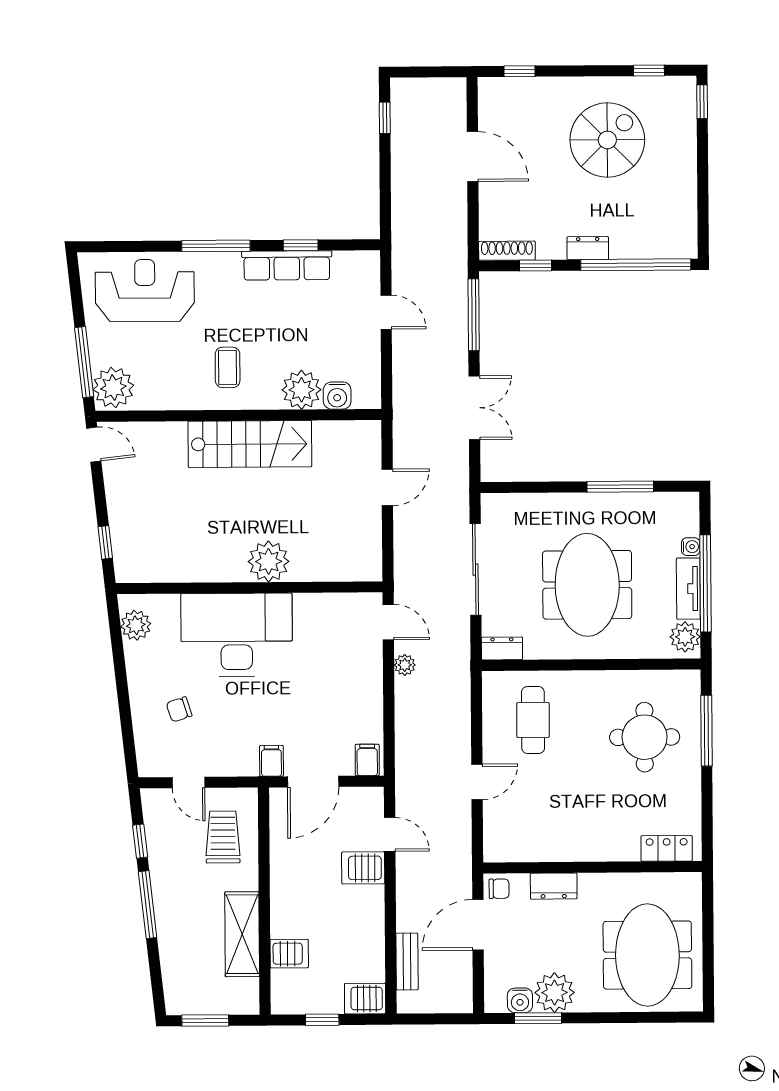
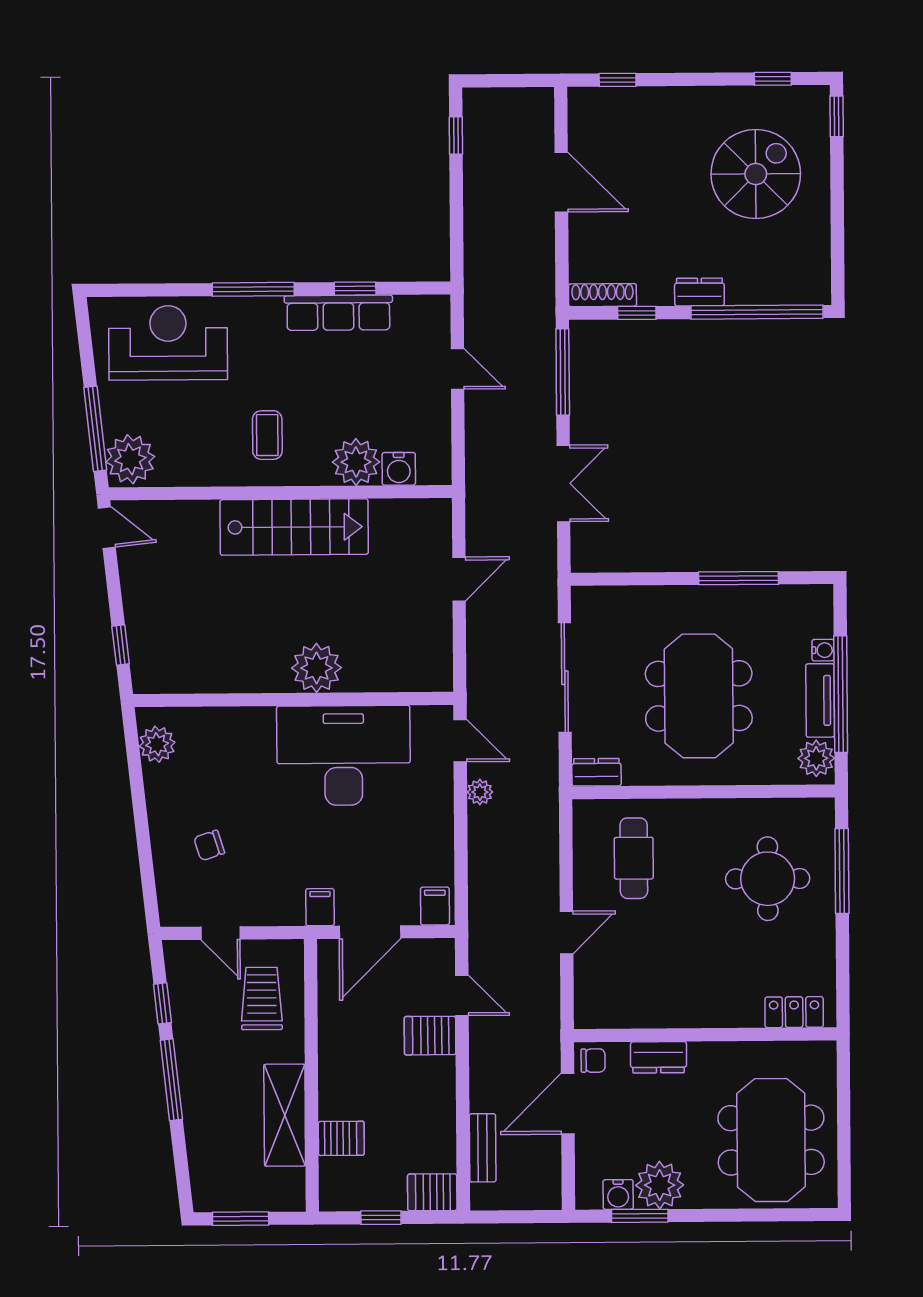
spiral stairs: (607, 140) -> (756, 174), moved
desk: (237, 635) -> (344, 755), moved

